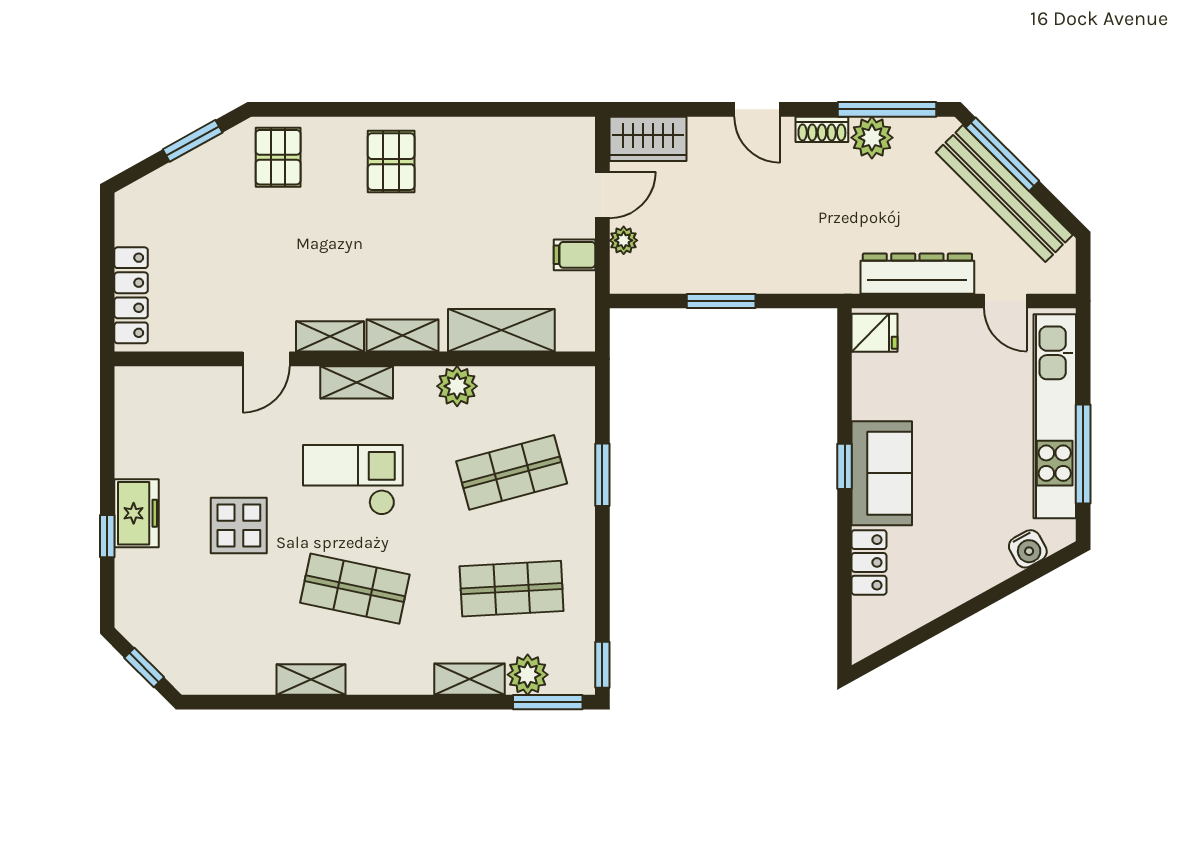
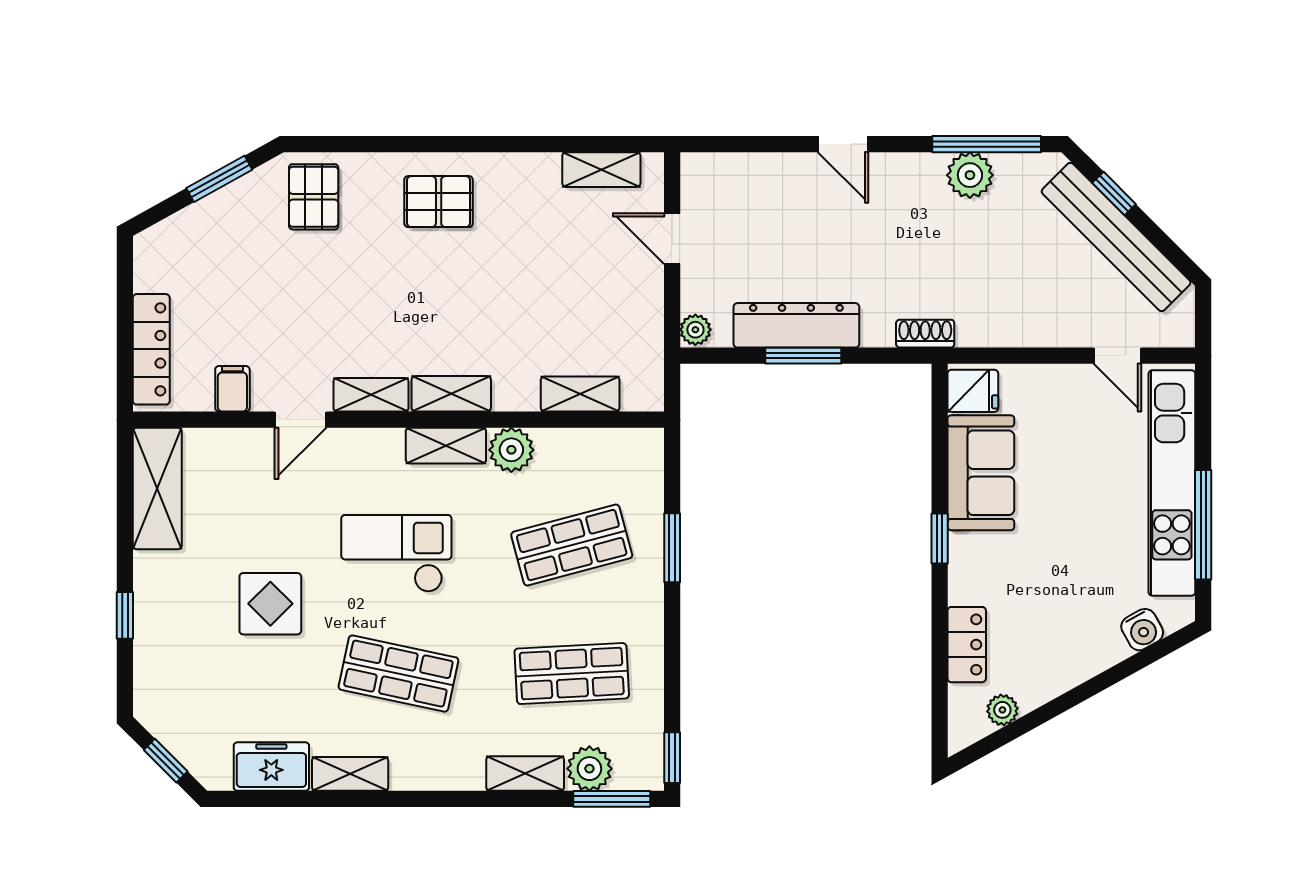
shoe rack: (822, 129) -> (925, 334), moved, turned 180
shelving: (538, 133) -> (601, 170), added
wardrobe: (648, 139) -> (722, 177), removed
window: (1002, 154) -> (1114, 193), width x0.46
pallet: (391, 162) -> (439, 202), turned 90
door: (602, 195) -> (672, 239), swing flipped
plant: (624, 240) -> (695, 330), moved
filing cabinet: (574, 255) -> (232, 389), moved, turned 90
dresser: (917, 274) -> (796, 325), moved
shelving: (501, 330) -> (580, 394), width x0.67, depth x0.75
shelving: (357, 382) -> (446, 446), moved
shelving: (137, 421) -> (157, 488), added
sofa: (882, 473) -> (981, 473), moved
freezer: (137, 513) -> (271, 767), moved, turned -90
plant: (901, 622) -> (1002, 710), added

